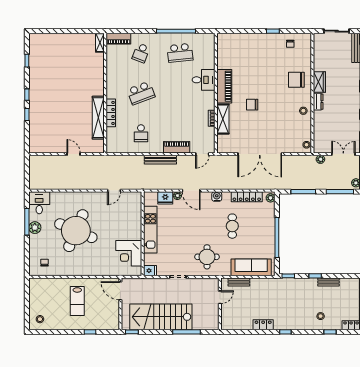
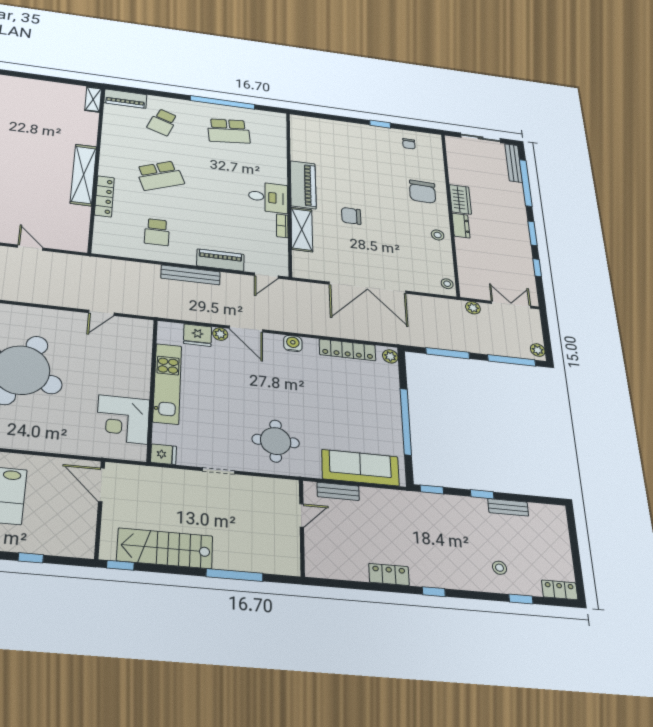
desk: (204, 80) -> (268, 197), moved
chair: (296, 80) -> (422, 192), turned -88
shelving: (98, 118) -> (84, 175), moved
cafe table: (232, 226) -> (323, 394), removed
stairs: (161, 317) -> (165, 548), width x0.73, depth x0.66

